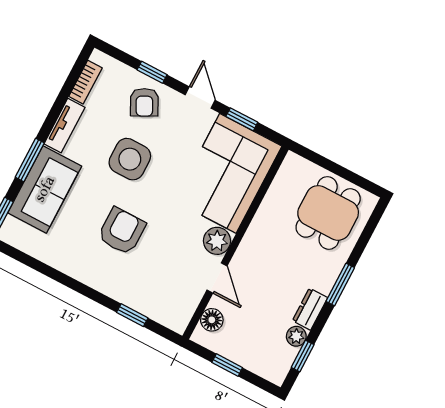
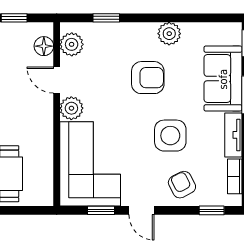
window: (152, 72) -> (212, 210), moved
armchair: (122, 231) -> (148, 78), turned -90
plant: (76, 265) -> (169, 34), added
plant: (182, 307) -> (72, 44), added

